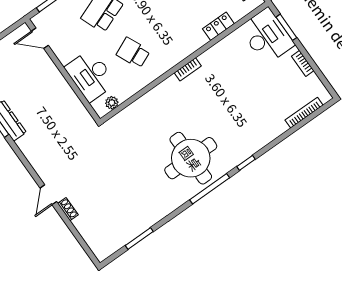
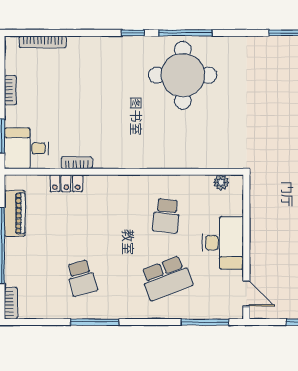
desk: (267, 36) -> (26, 148), width x0.73
school desk: (133, 53) -> (166, 216), turned 30
bookcase: (188, 69) -> (77, 163), moved
desk: (90, 75) -> (223, 243), moved

